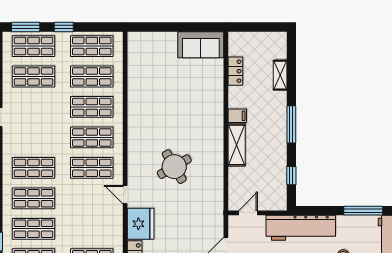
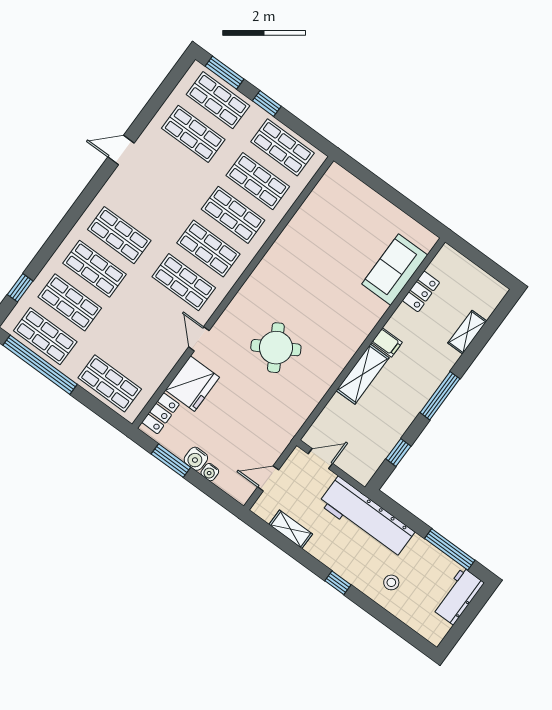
sofa: (201, 45) -> (395, 270), moved, turned 90

